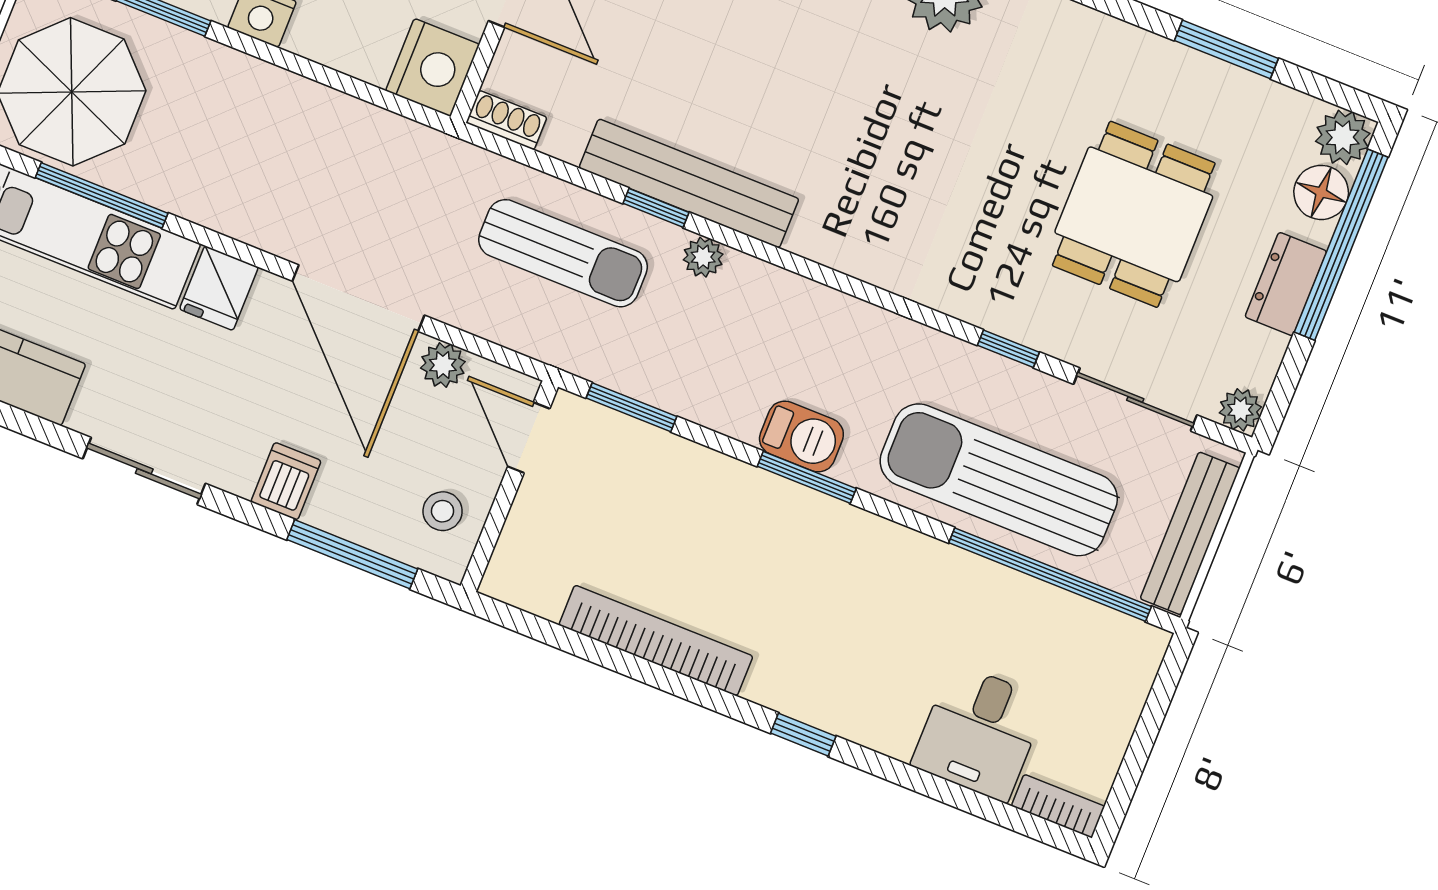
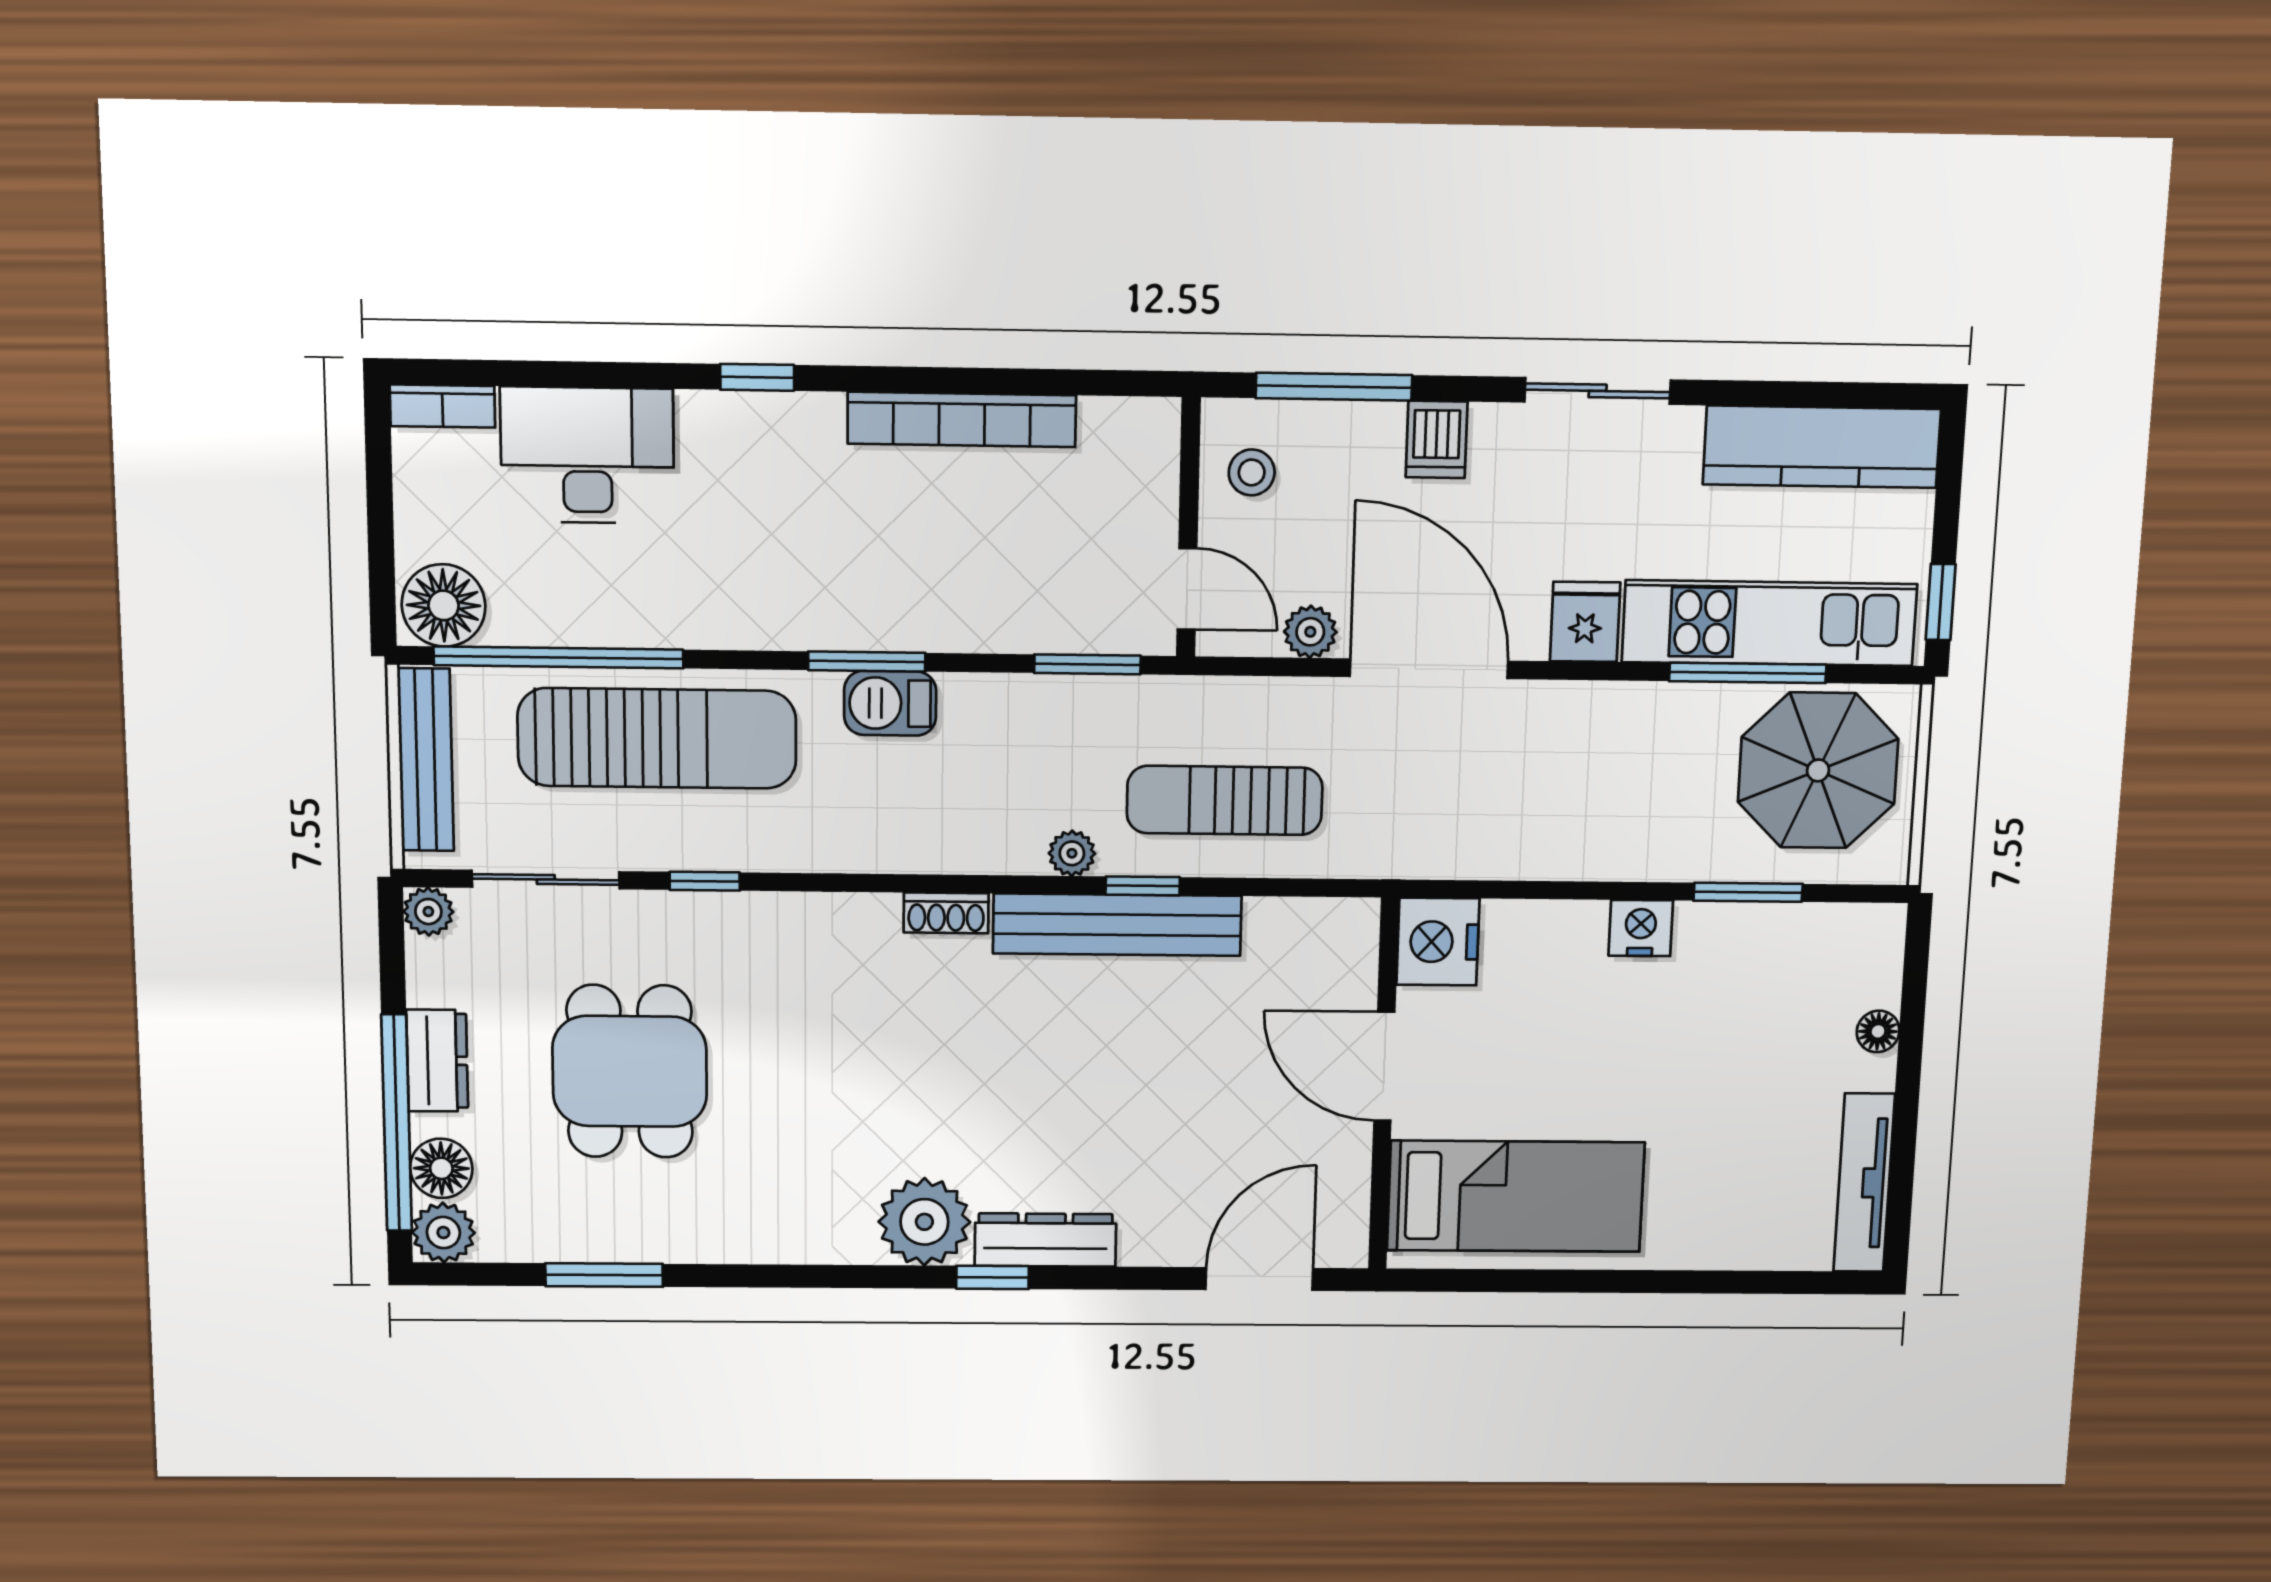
shoe rack: (506, 120) -> (946, 913), moved
floor lamp: (1123, 651) -> (444, 605), added
desk: (979, 732) -> (587, 455), width x1.37

